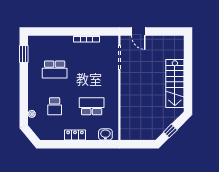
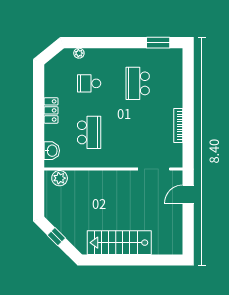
plant: (126, 129) -> (60, 178), added

